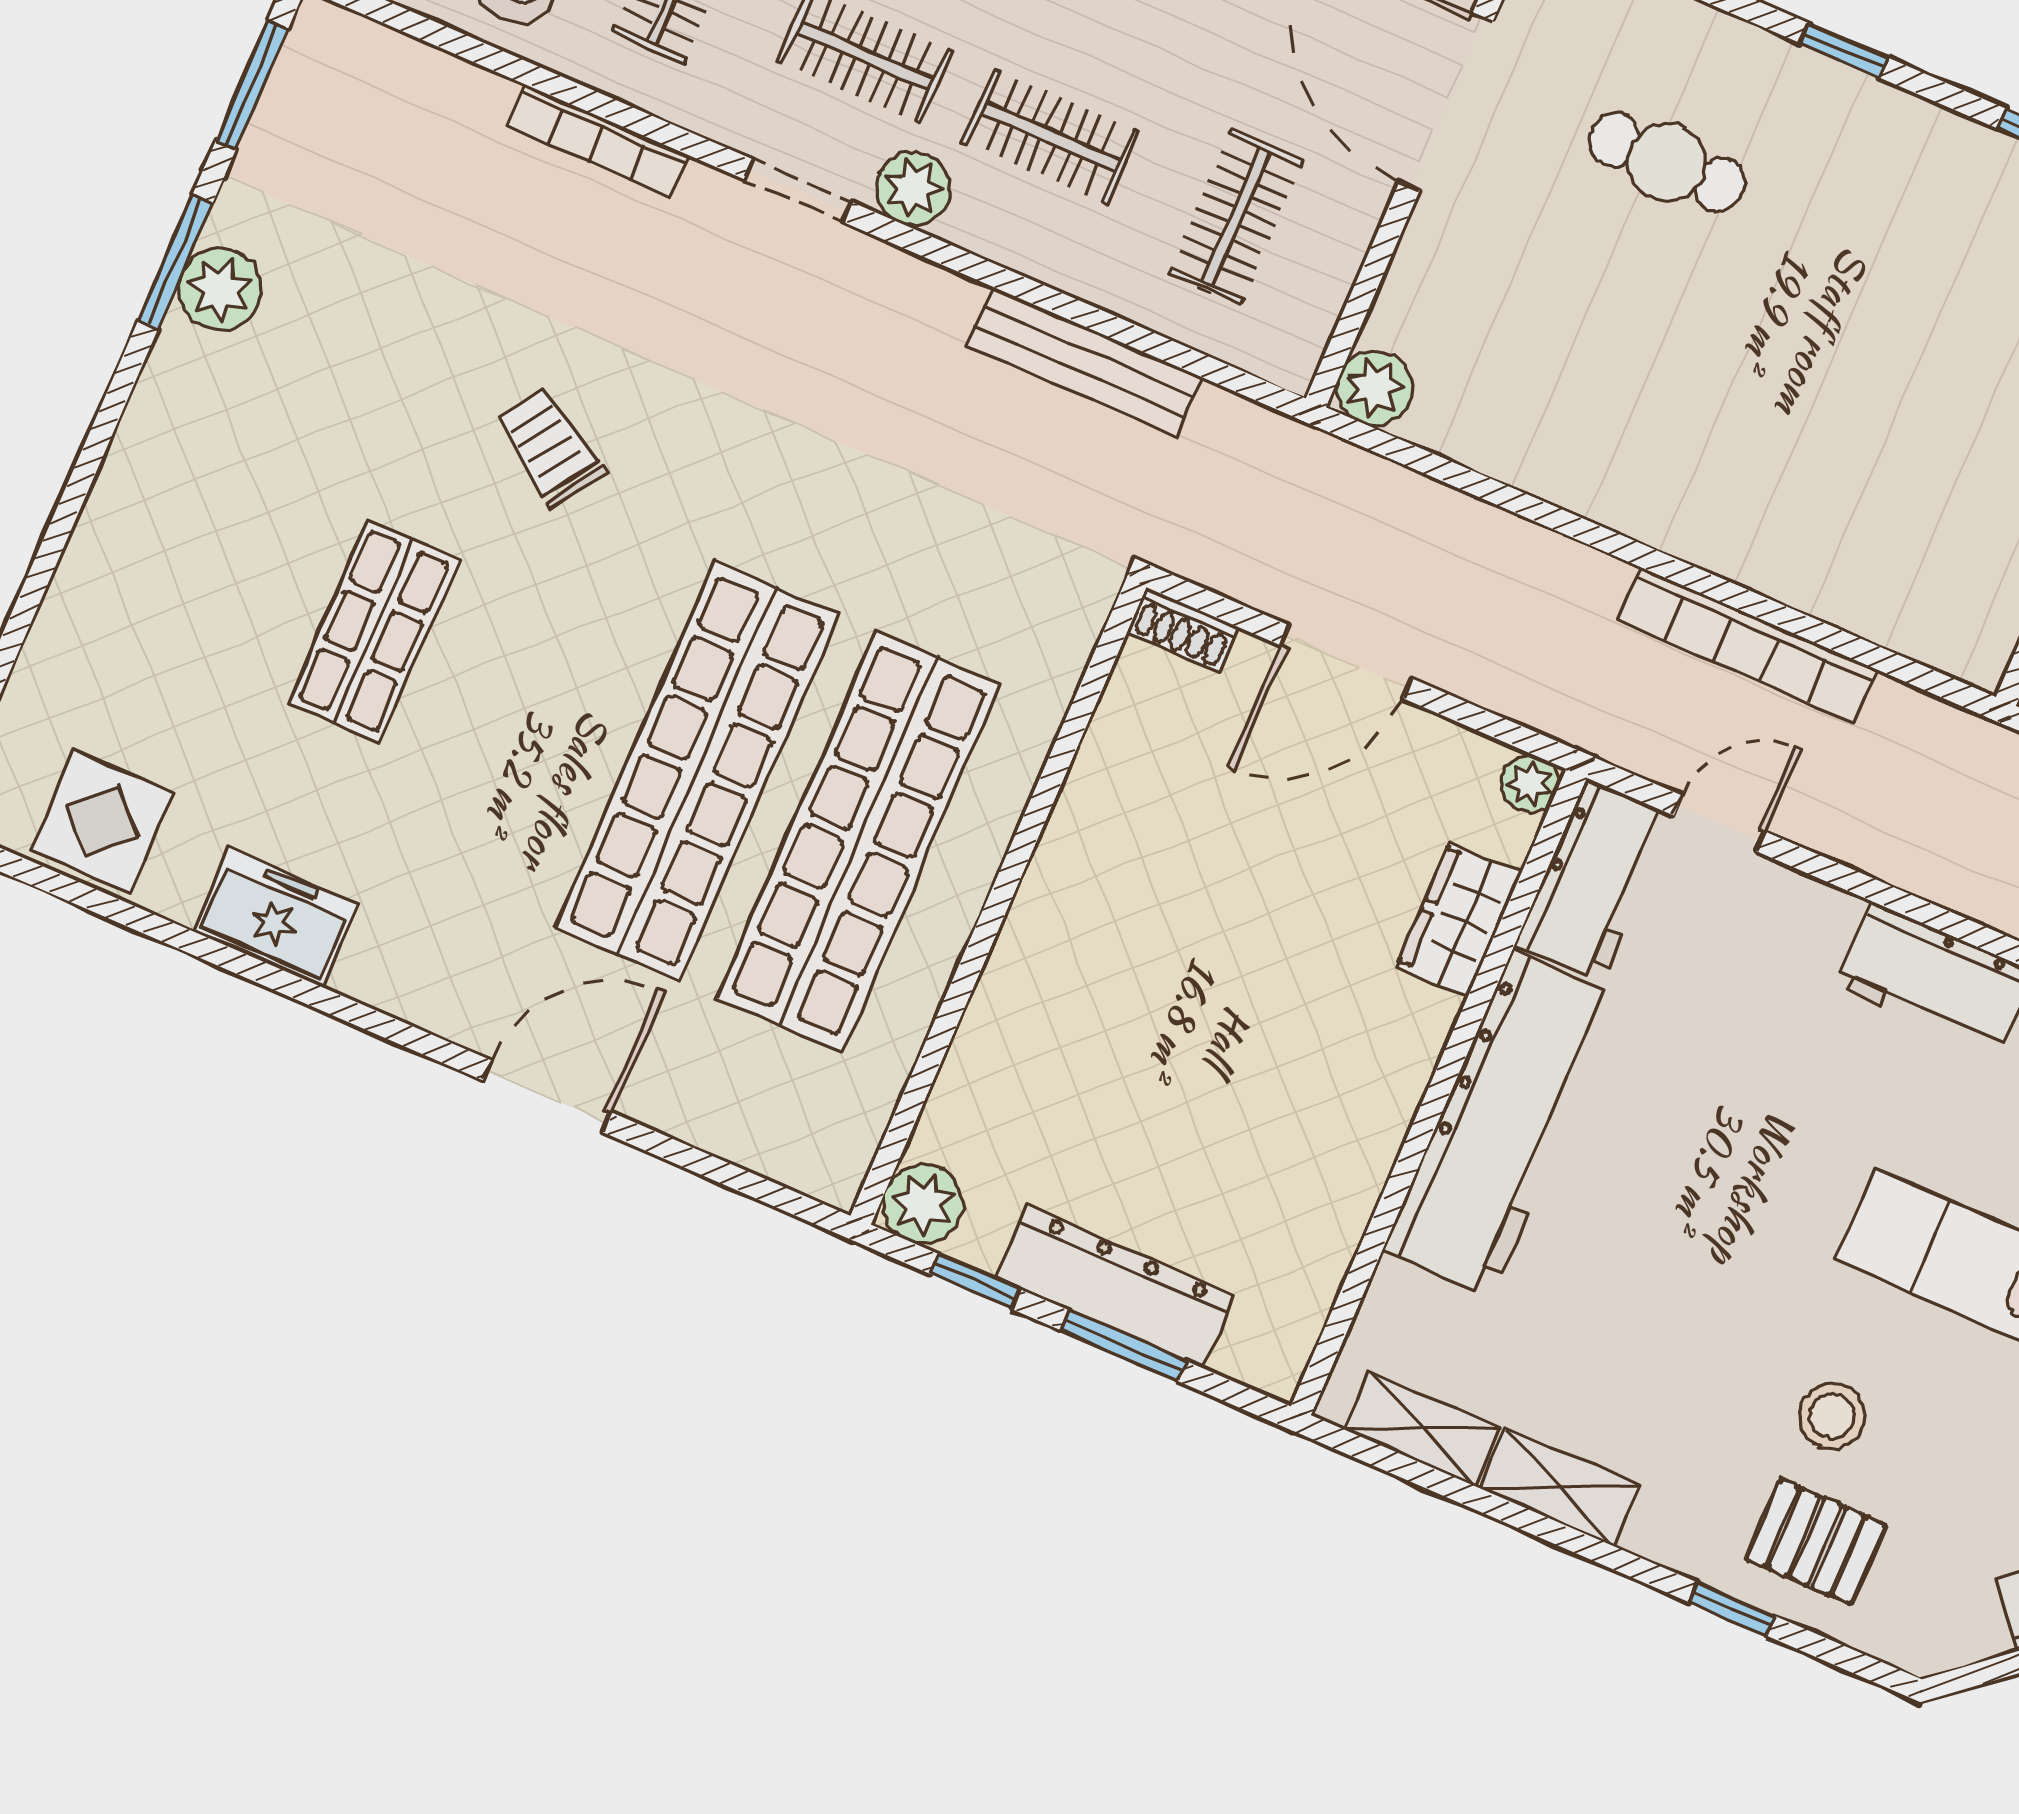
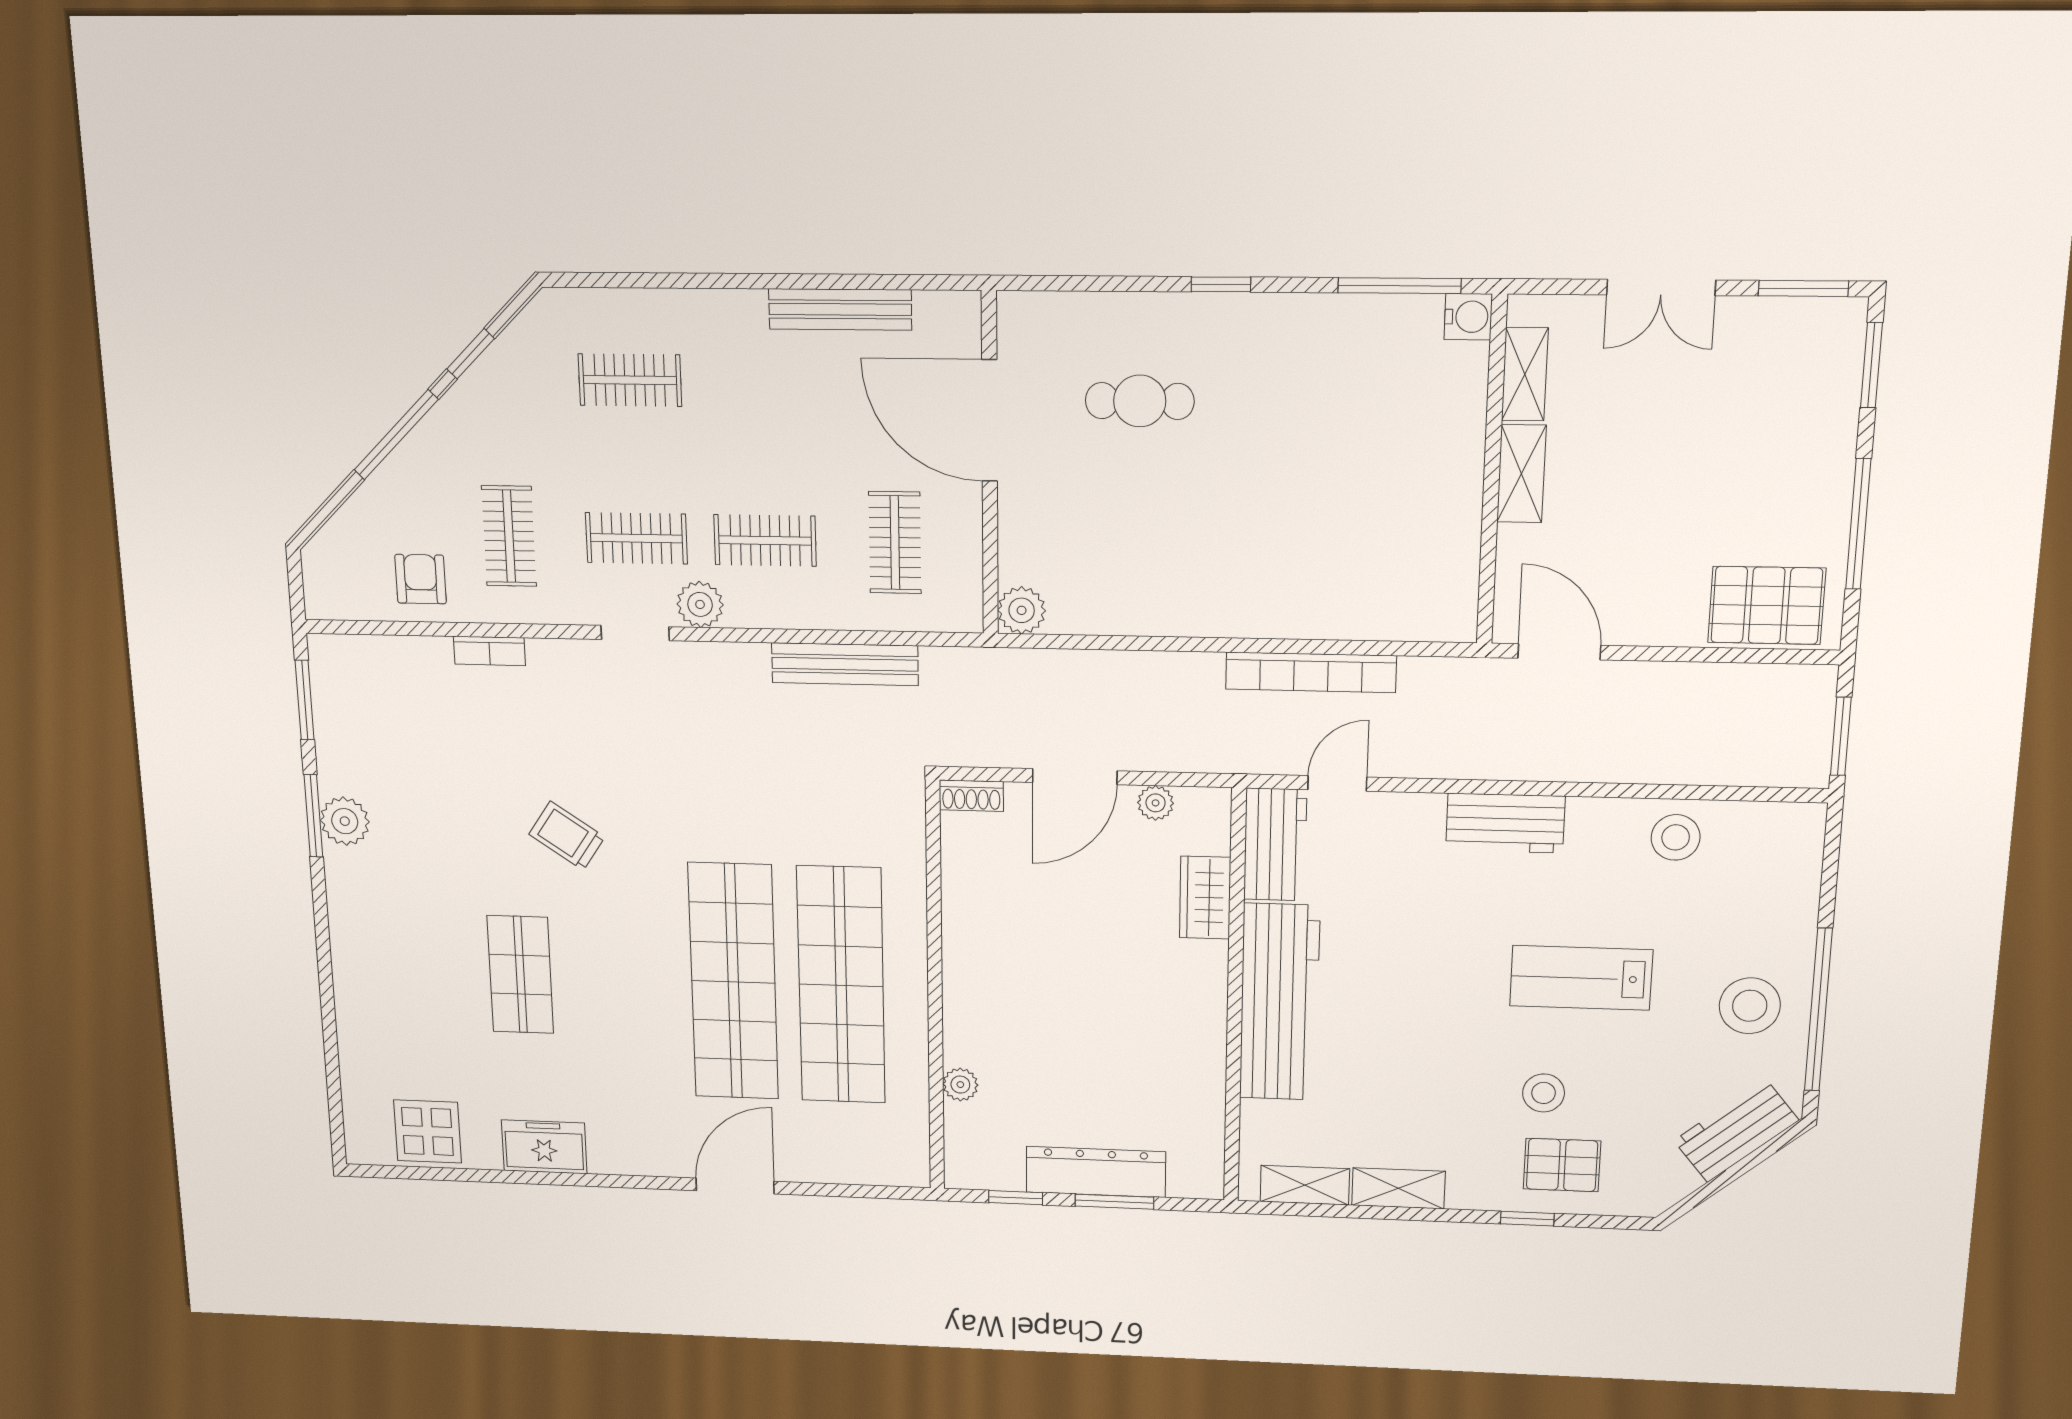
bookcase: (598, 141) -> (489, 651), width x0.64
plant: (1530, 784) -> (1156, 803), moved
plant: (923, 1204) -> (960, 1085), moved, width x0.73, depth x0.73

